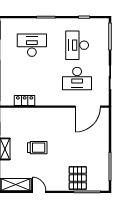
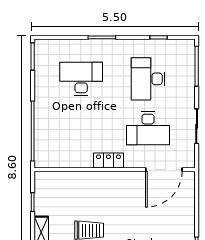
locker: (25, 100) -> (108, 161), moved

